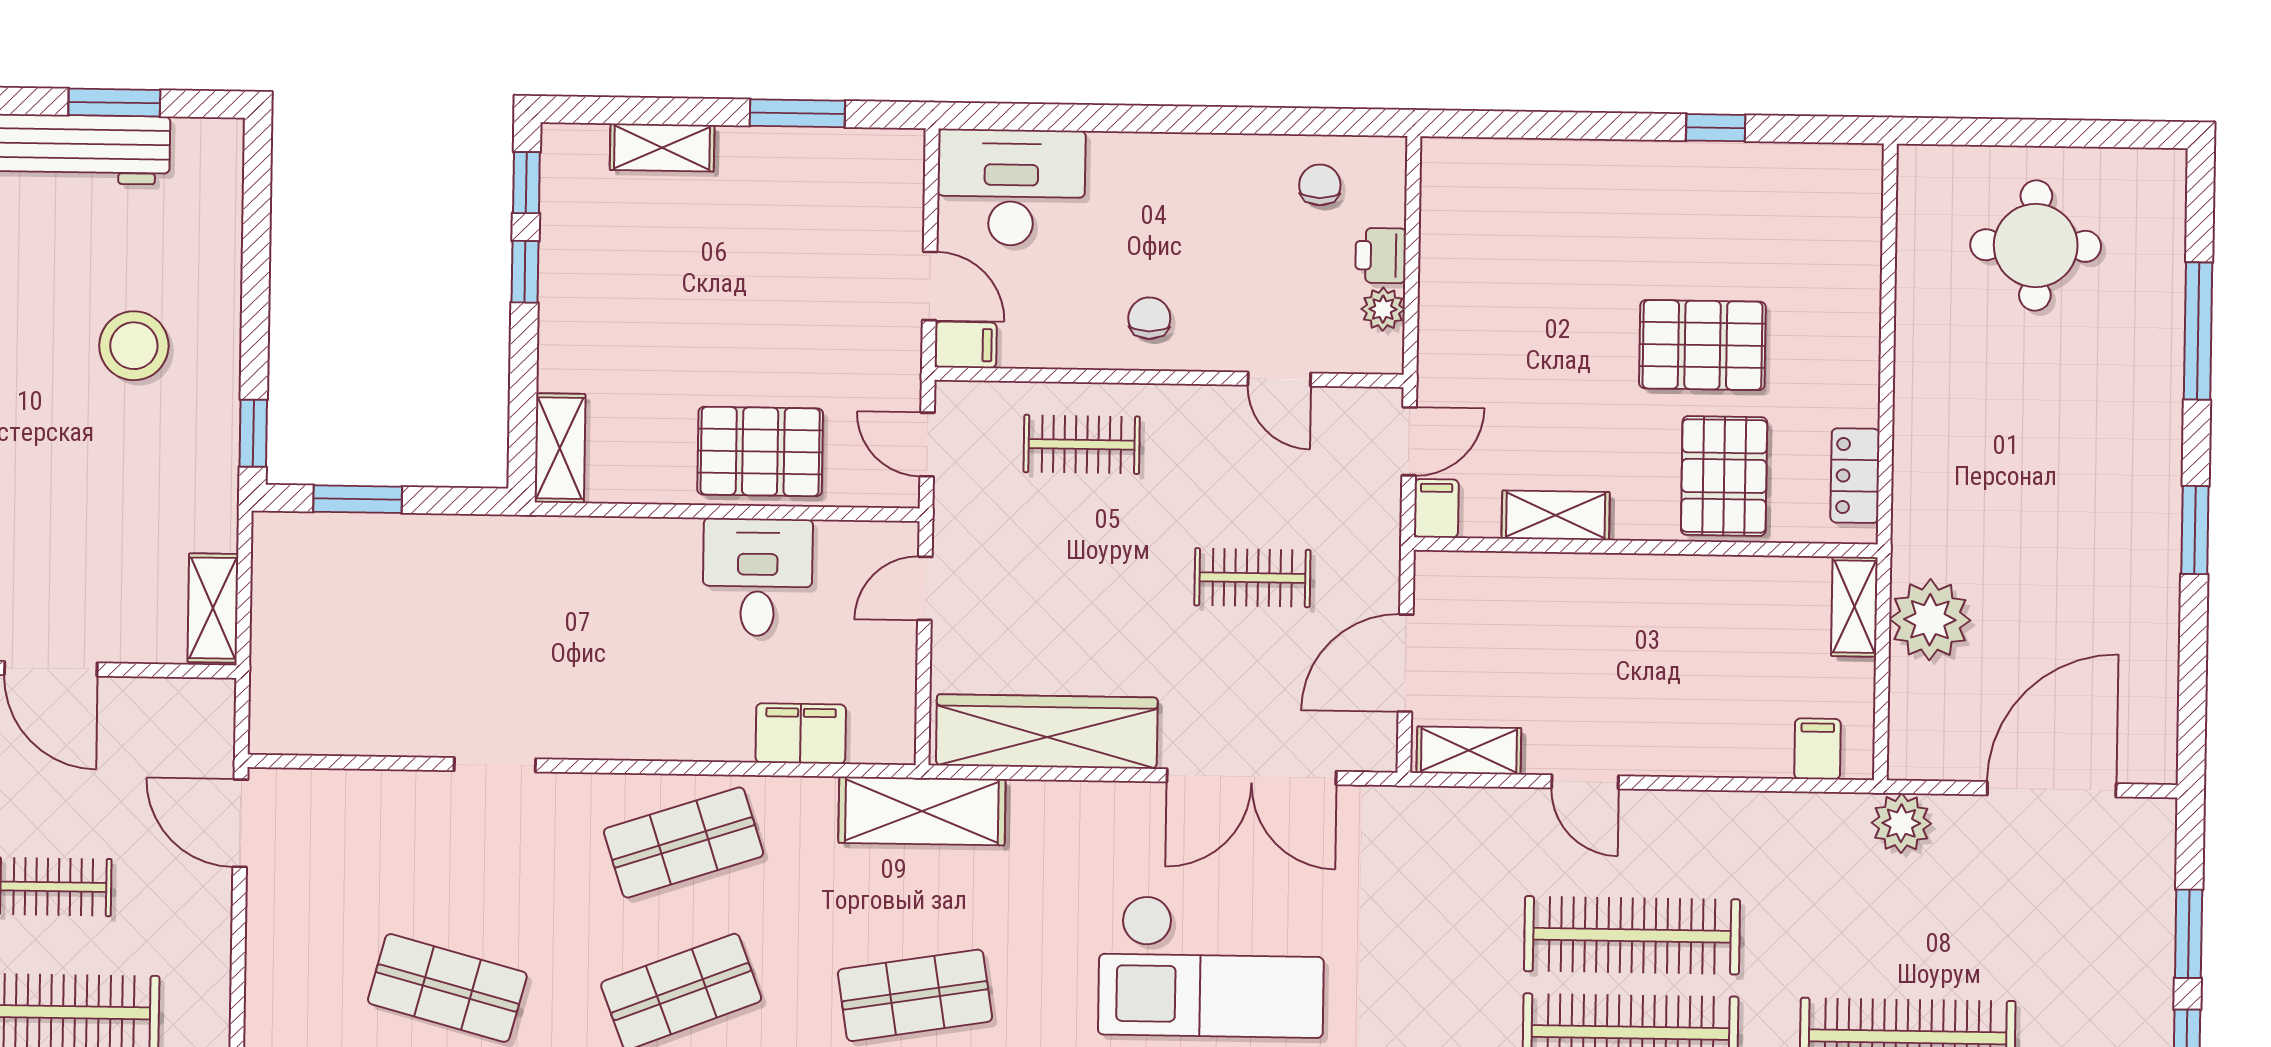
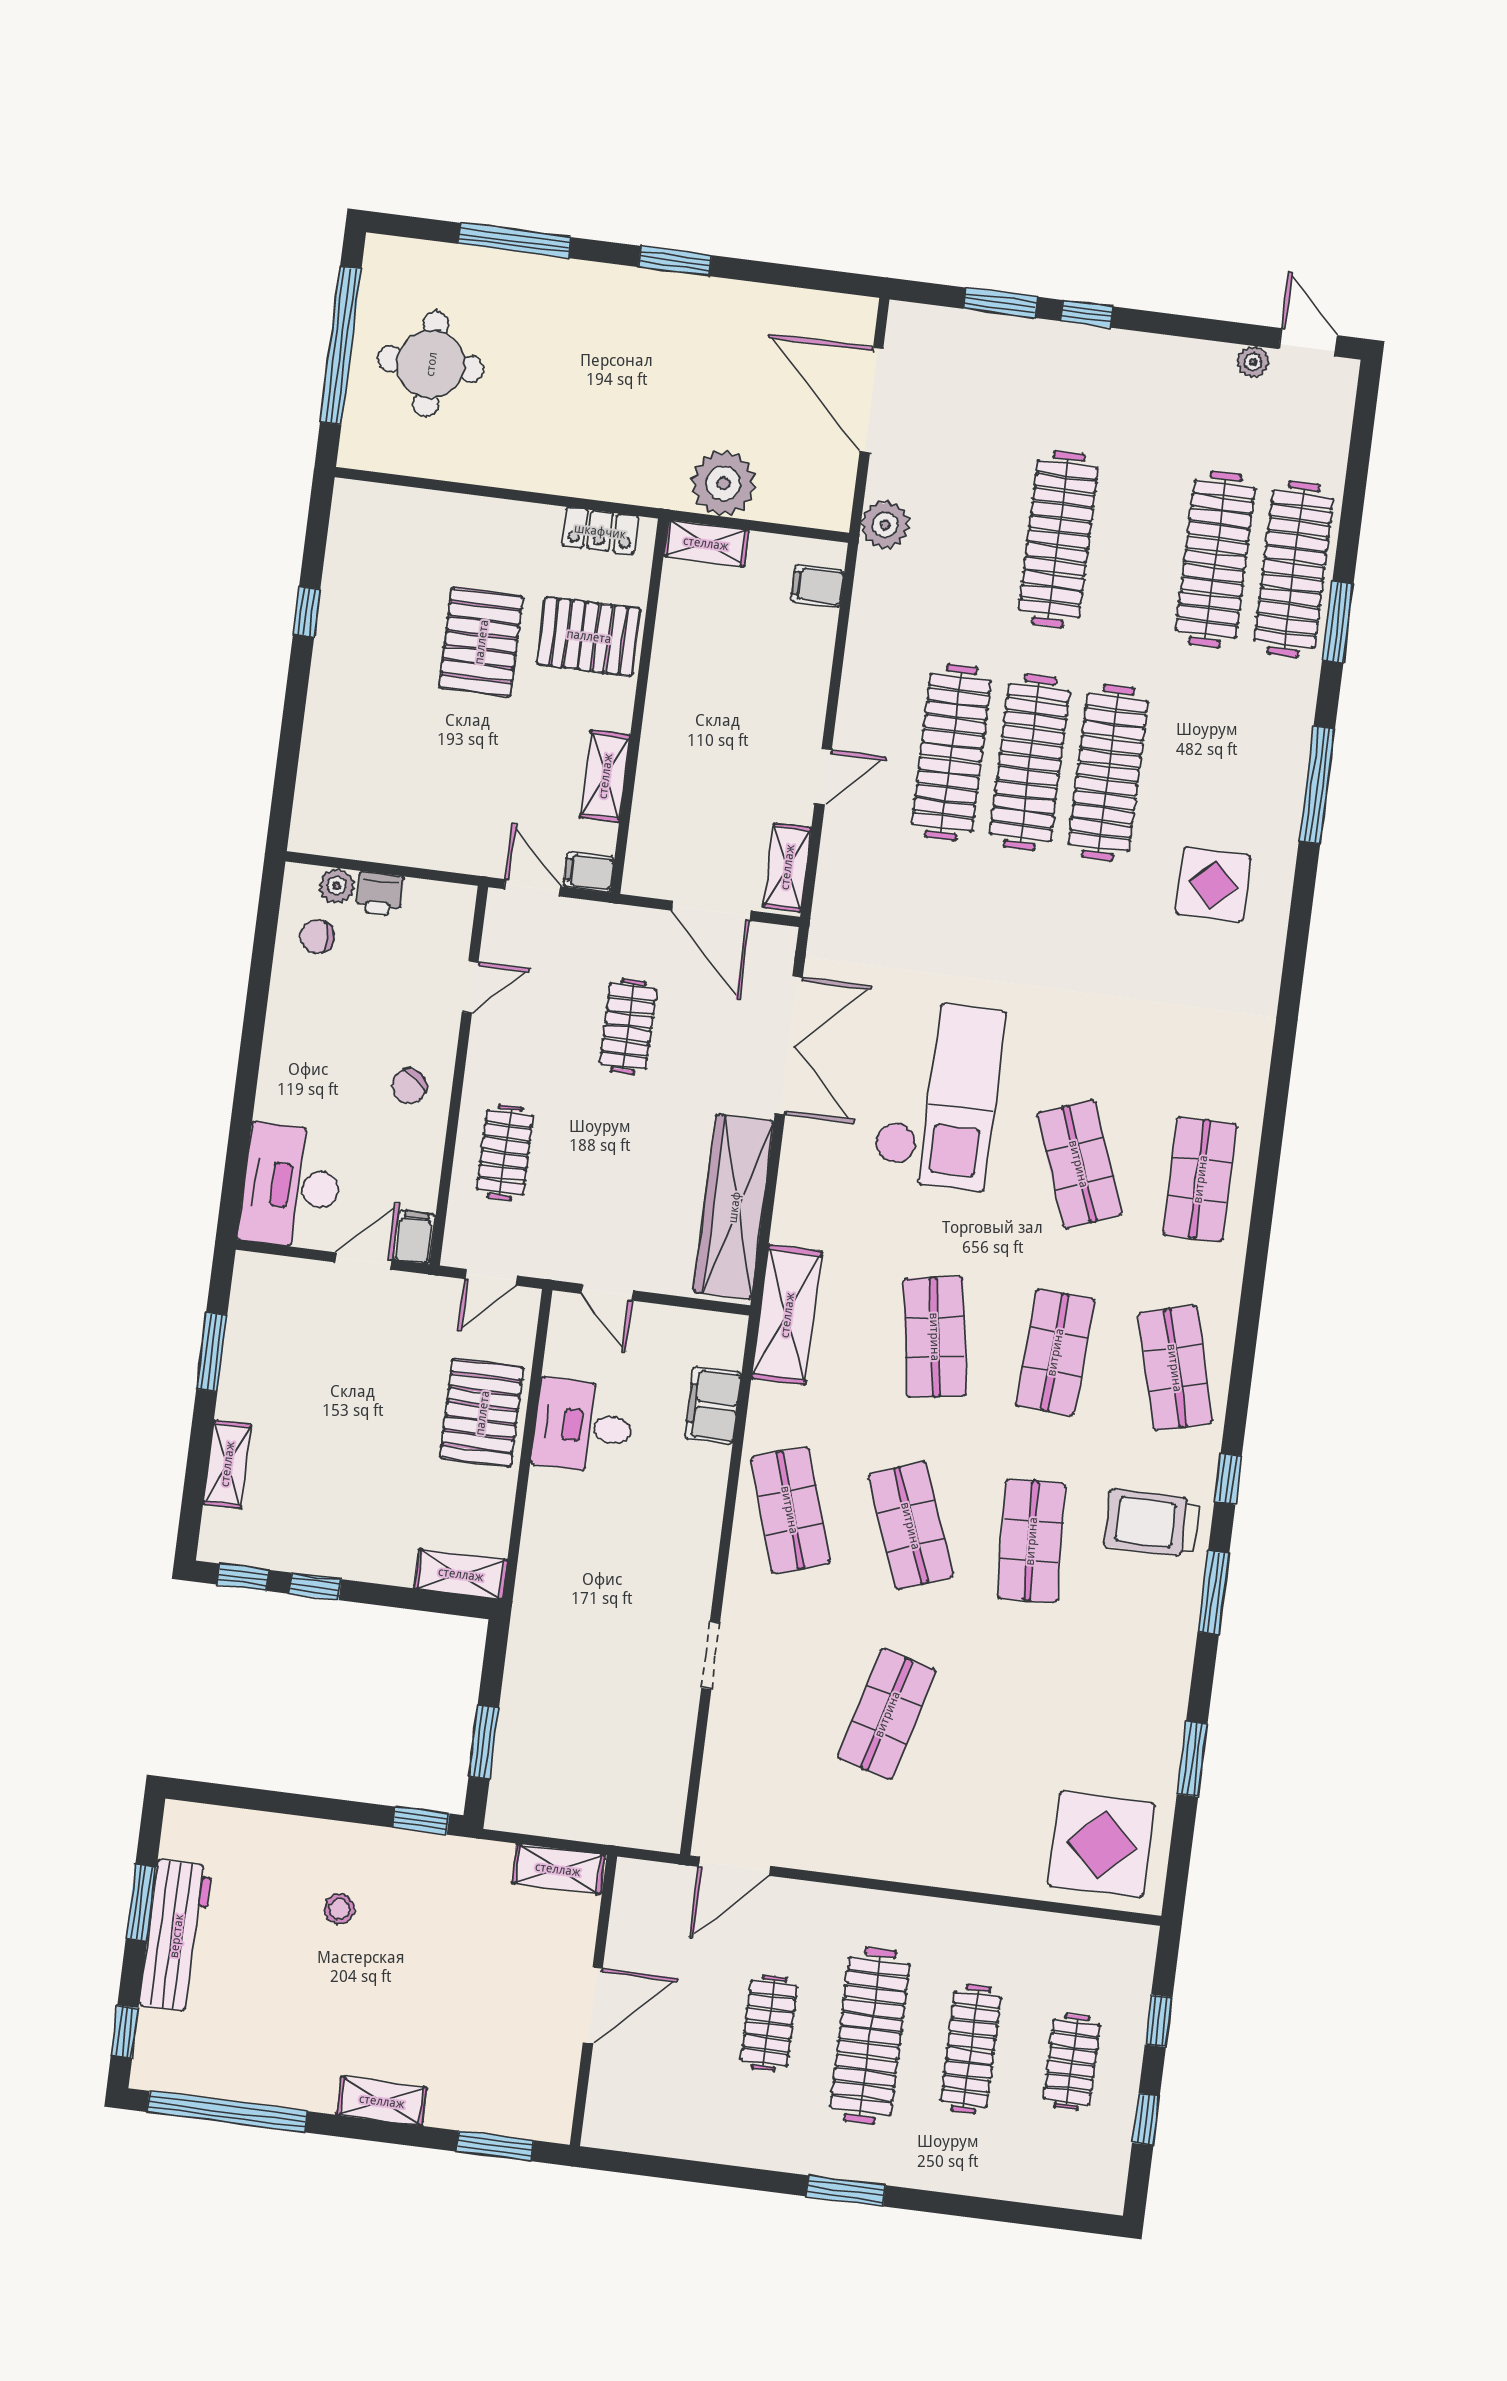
window: (2046, 133) -> (341, 345), added
plant: (1383, 309) -> (337, 886), moved
chair: (1149, 318) -> (409, 1086), turned -51
stool: (134, 346) -> (339, 1909), width x0.53, depth x0.53

